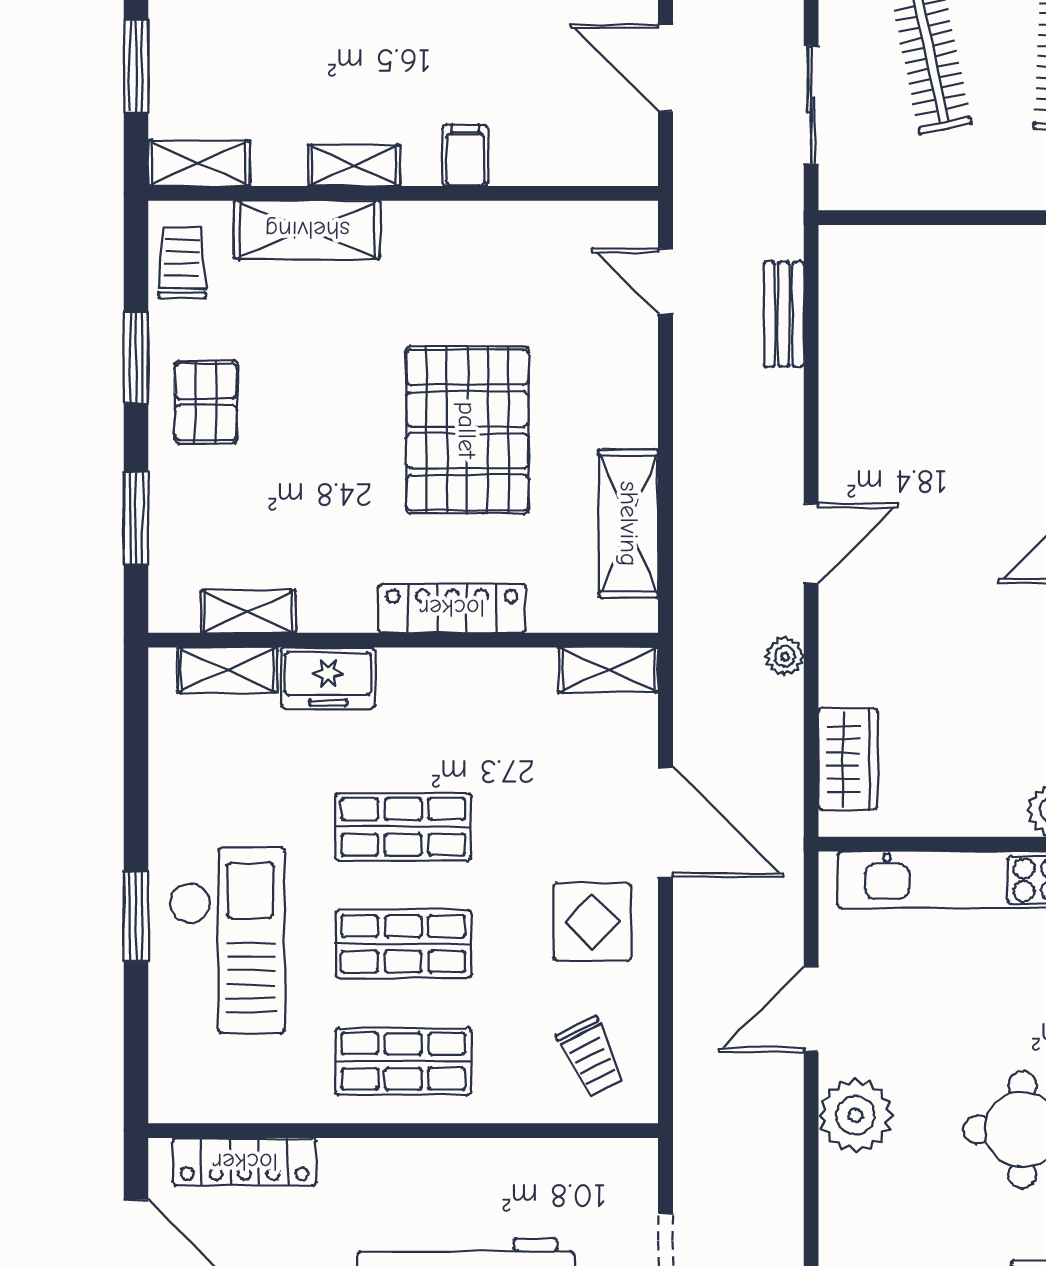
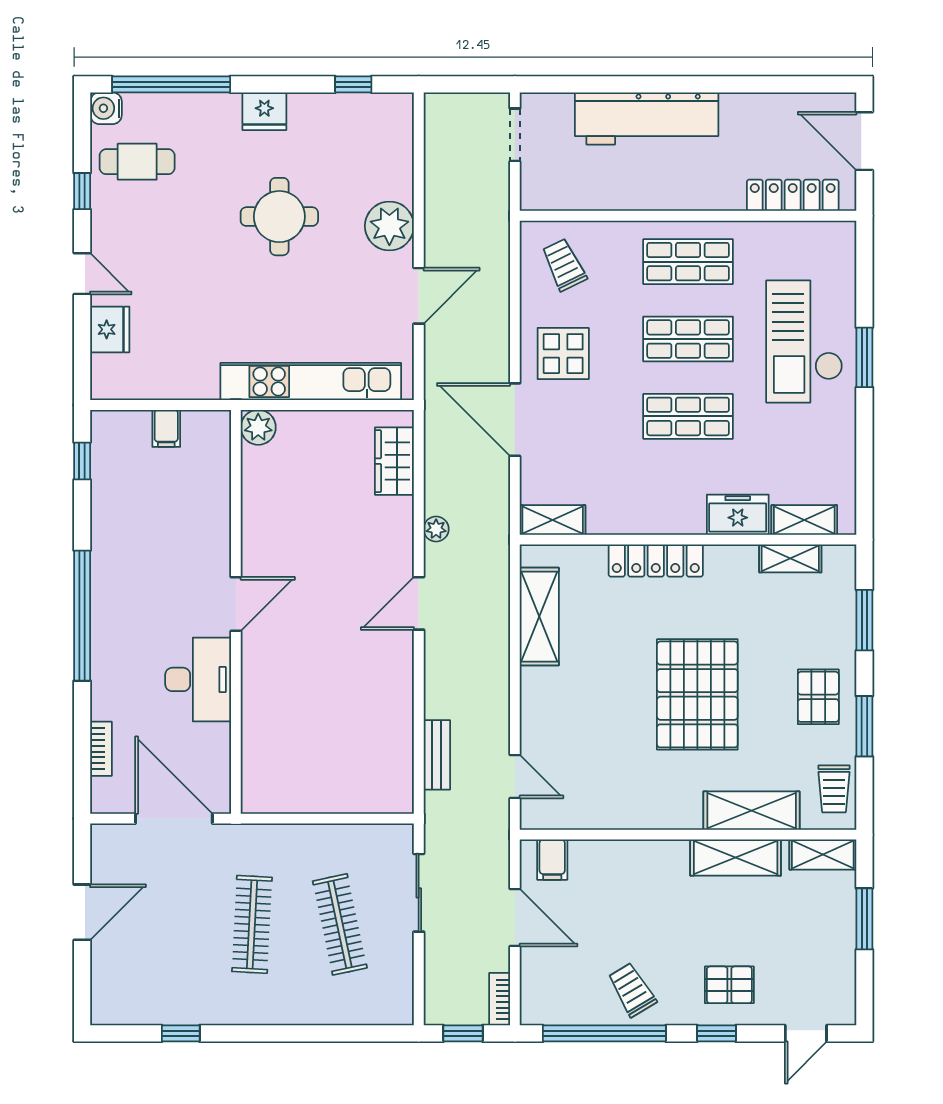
filing cabinet: (465, 155) -> (552, 860), moved
shelving: (354, 165) -> (736, 858), width x1.50, depth x1.33
pallet: (467, 430) -> (697, 694), moved

